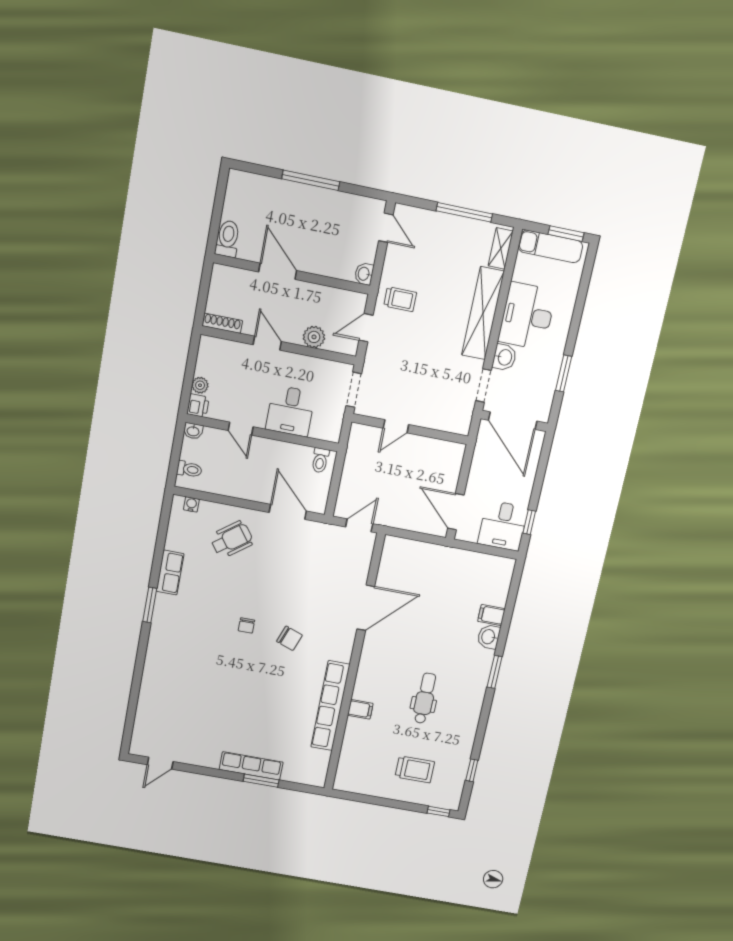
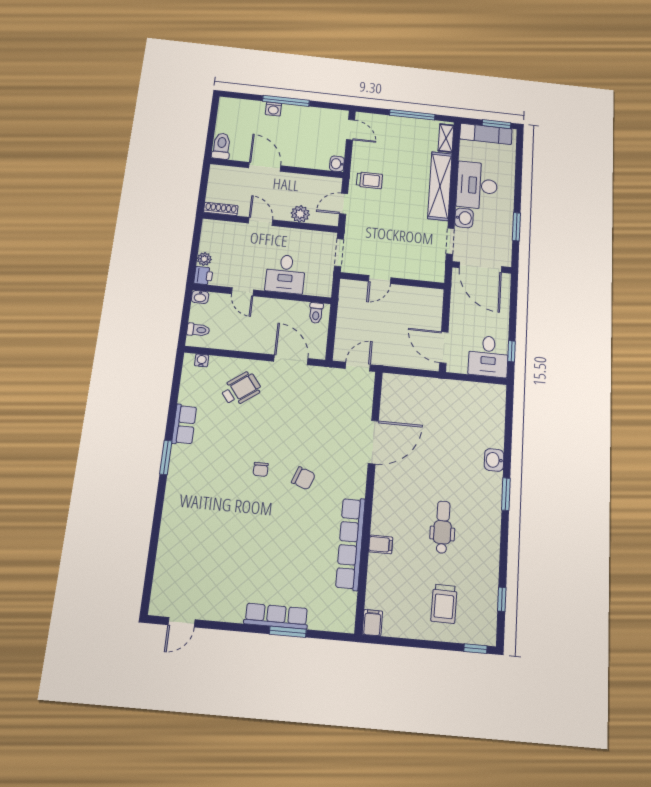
washing machine: (294, 191) -> (273, 109), added
filing cabinet: (491, 615) -> (372, 623), moved, turned 90
trolley: (415, 769) -> (444, 604), turned 91

